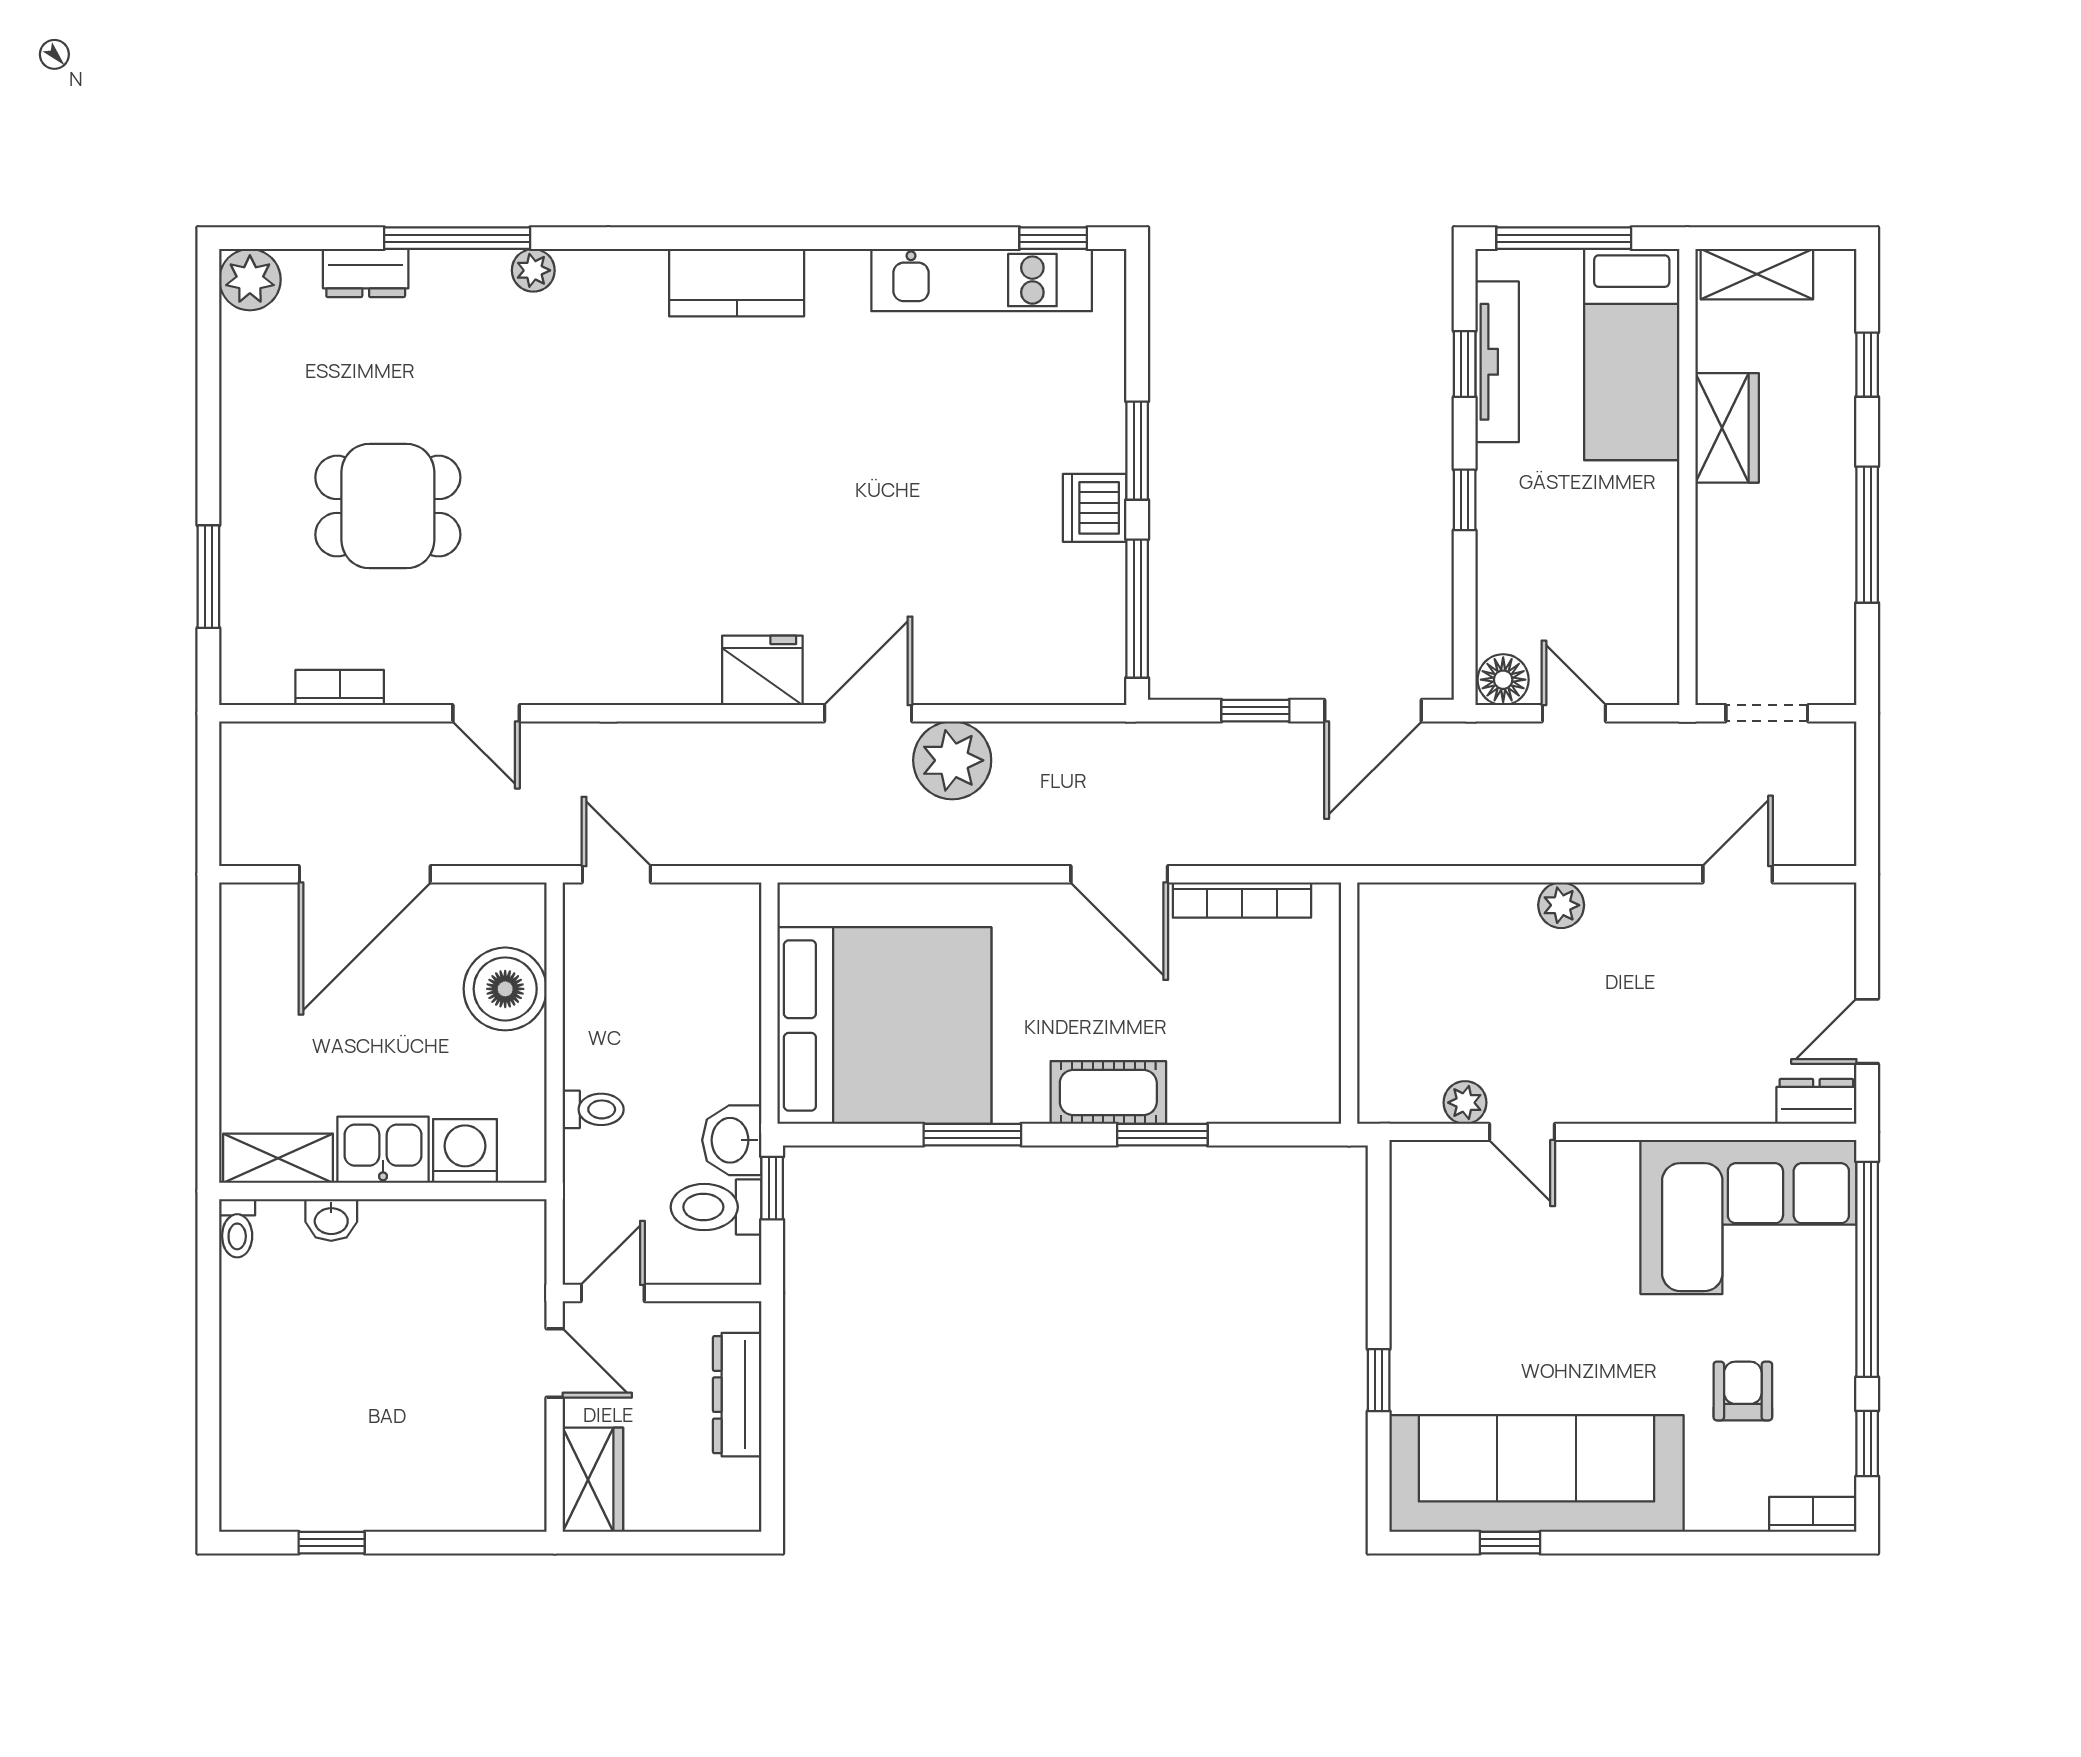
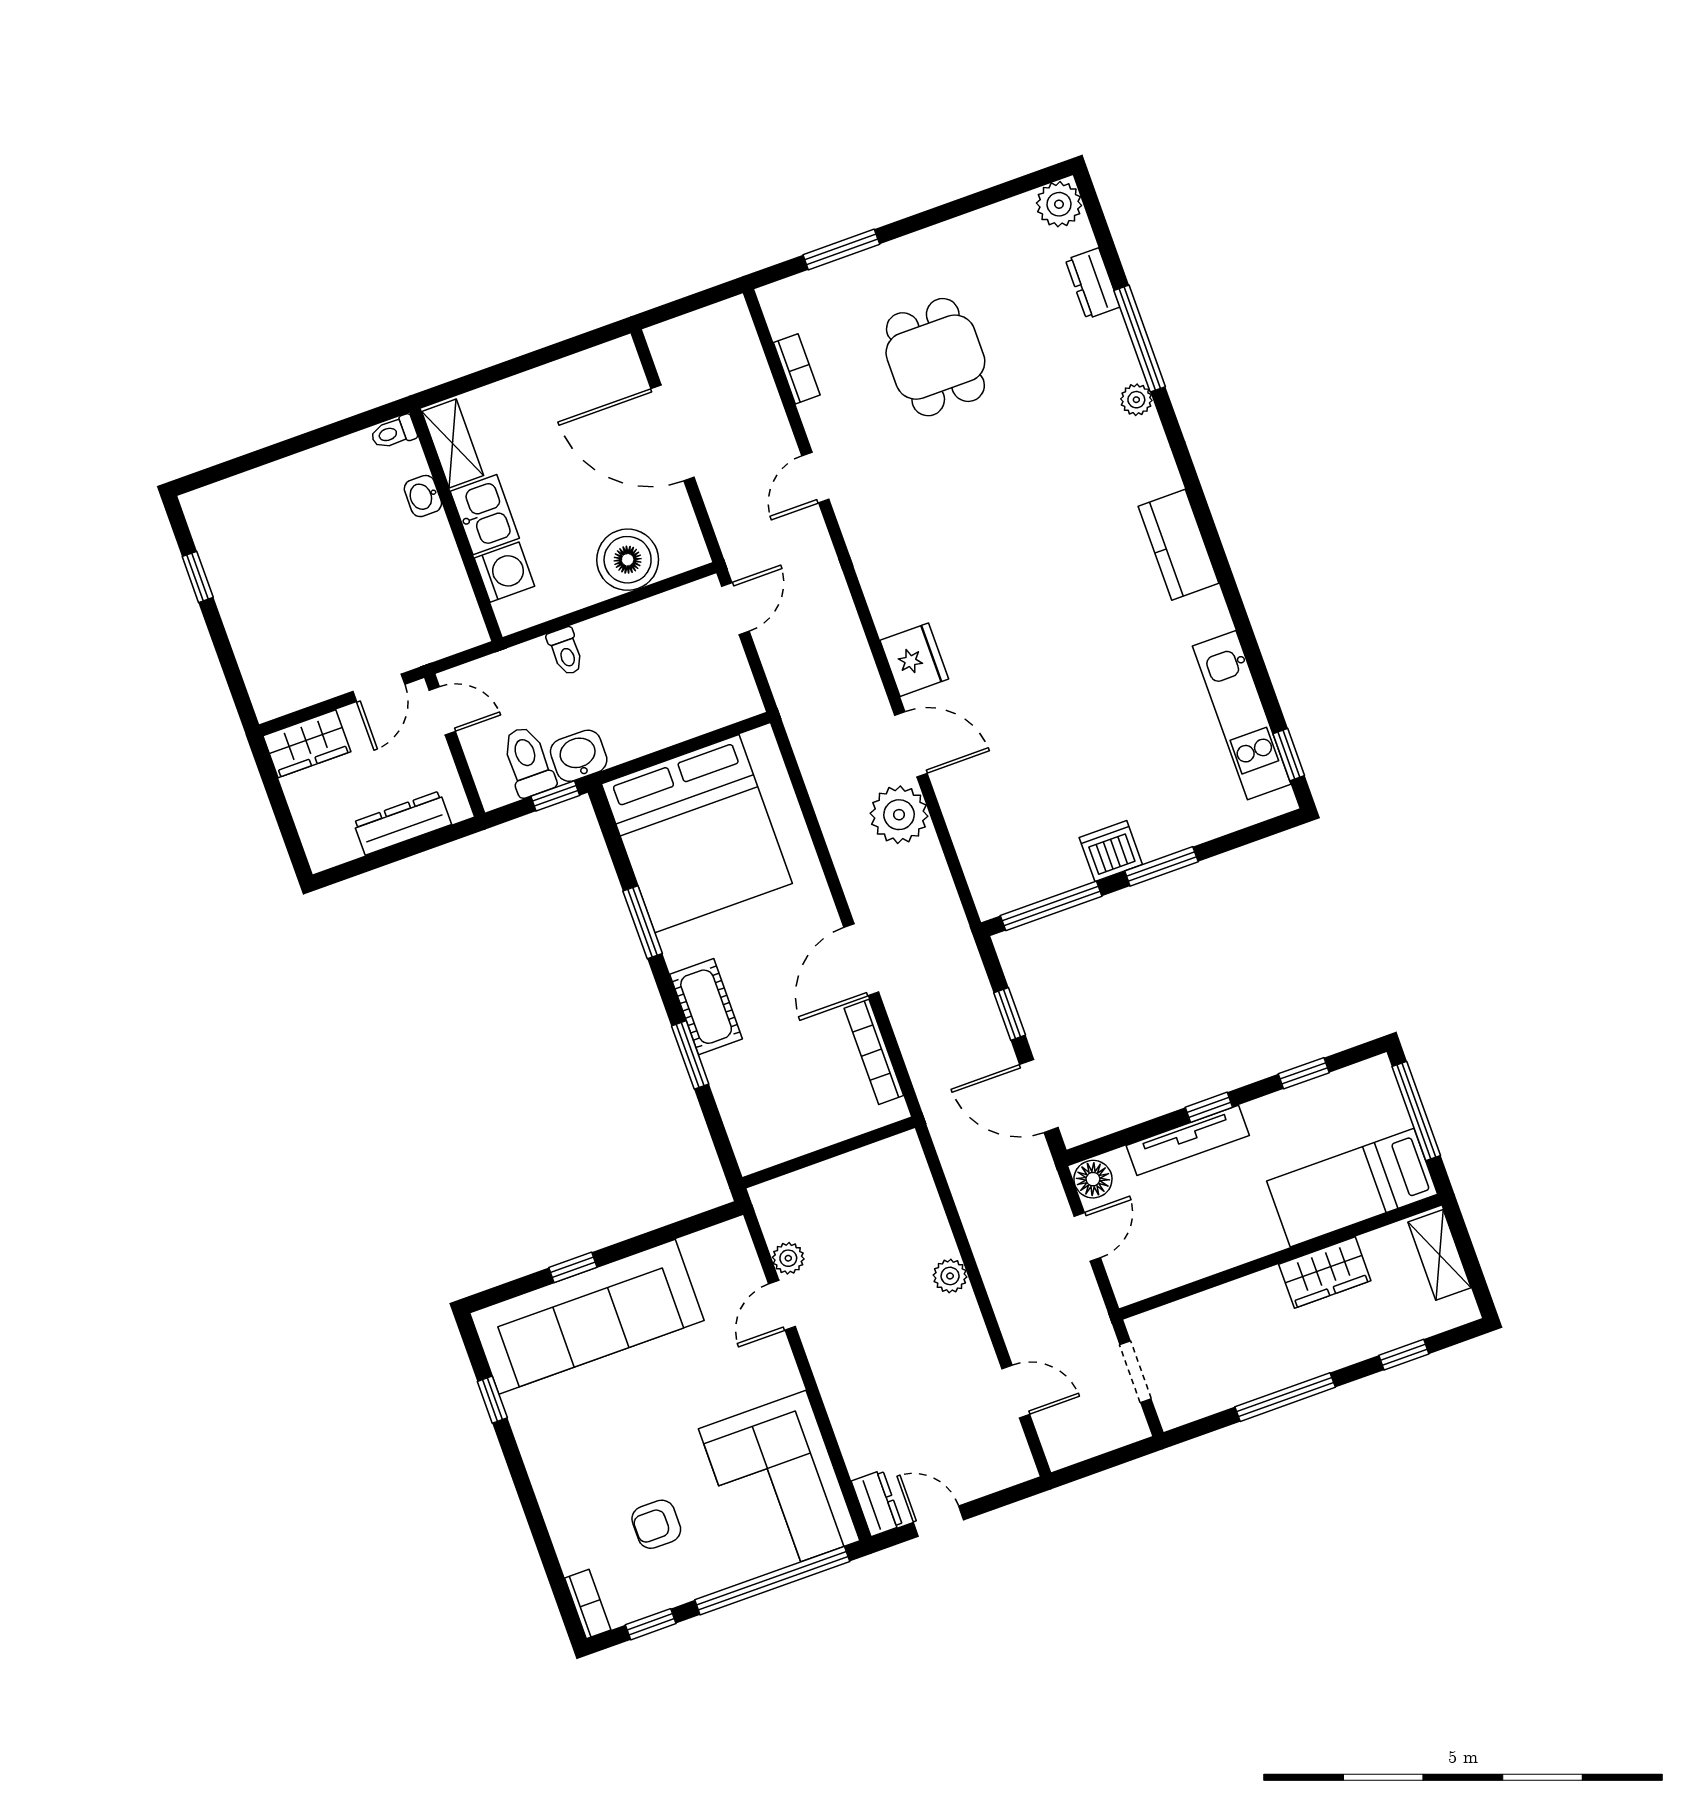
tv unit: (1497, 362) -> (1188, 1140), moved
armchair: (1743, 1391) -> (656, 1524), turned 180
sofa: (1536, 1473) -> (587, 1317), moved, turned 90

